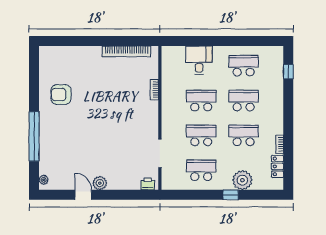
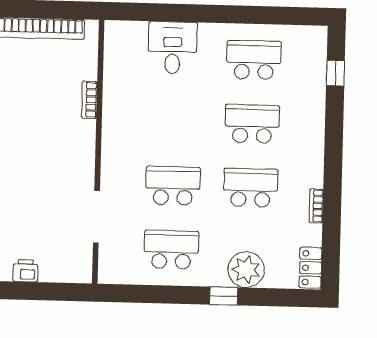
school desk: (201, 100) -> (175, 122), removed
locker: (277, 166) -> (310, 268), moved
printer: (148, 184) -> (25, 271), moved

